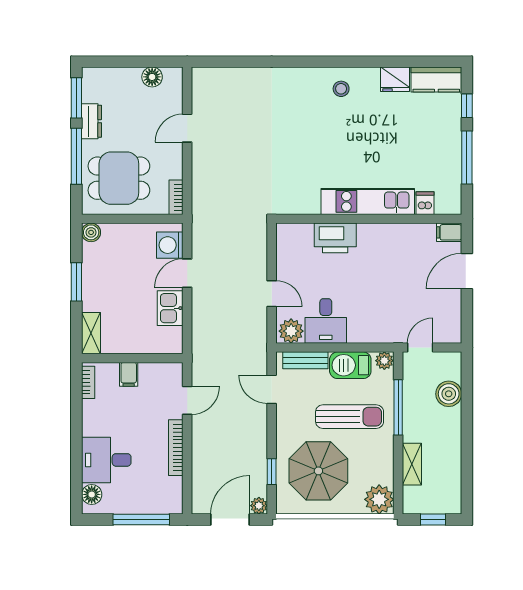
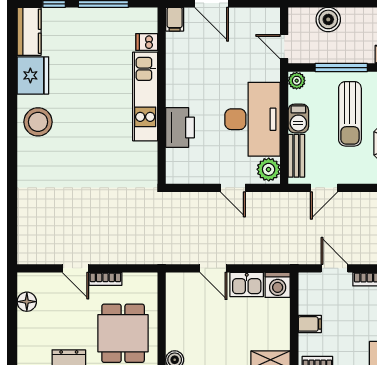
fridge: (395, 79) -> (33, 75), width x1.36, depth x1.34
stool: (341, 89) -> (38, 122), width x1.89, depth x1.89
bookcase: (176, 197) -> (105, 279), moved
washing machine: (170, 245) -> (278, 285), moved
door: (272, 294) -> (233, 188), swing flipped
desk: (326, 321) -> (253, 119), width x1.87, depth x1.30
barbecue: (350, 365) -> (298, 118), width x0.73, depth x0.79
sun lounger: (350, 417) -> (350, 114), turned 180

